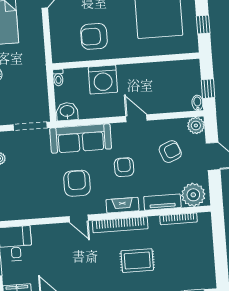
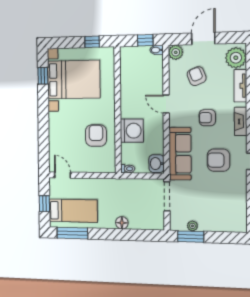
armchair: (94, 36) -> (96, 136), turned 180
door: (136, 118) -> (166, 104), hinge flipped

